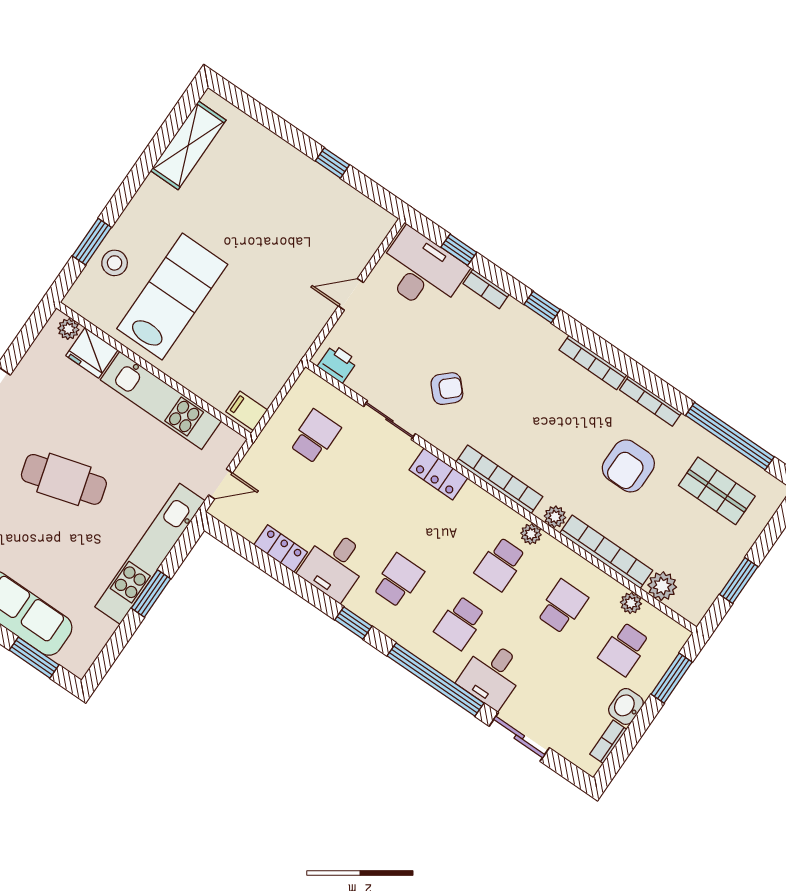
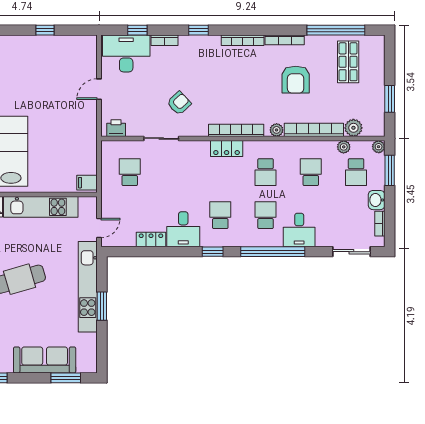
locker: (438, 474) -> (227, 148), moved
shop shelf: (717, 491) -> (348, 62), turned 90
plant: (531, 534) -> (379, 147), moved
school desk: (460, 623) -> (266, 215), turned 180
sliding door: (519, 737) -> (351, 252), moved

